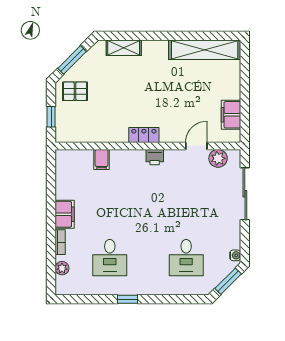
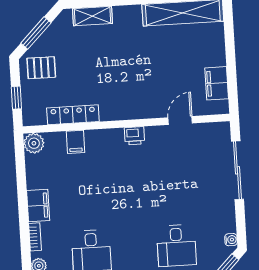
locker: (144, 135) -> (73, 115), moved, width x1.53
plant: (218, 158) -> (34, 143), moved

